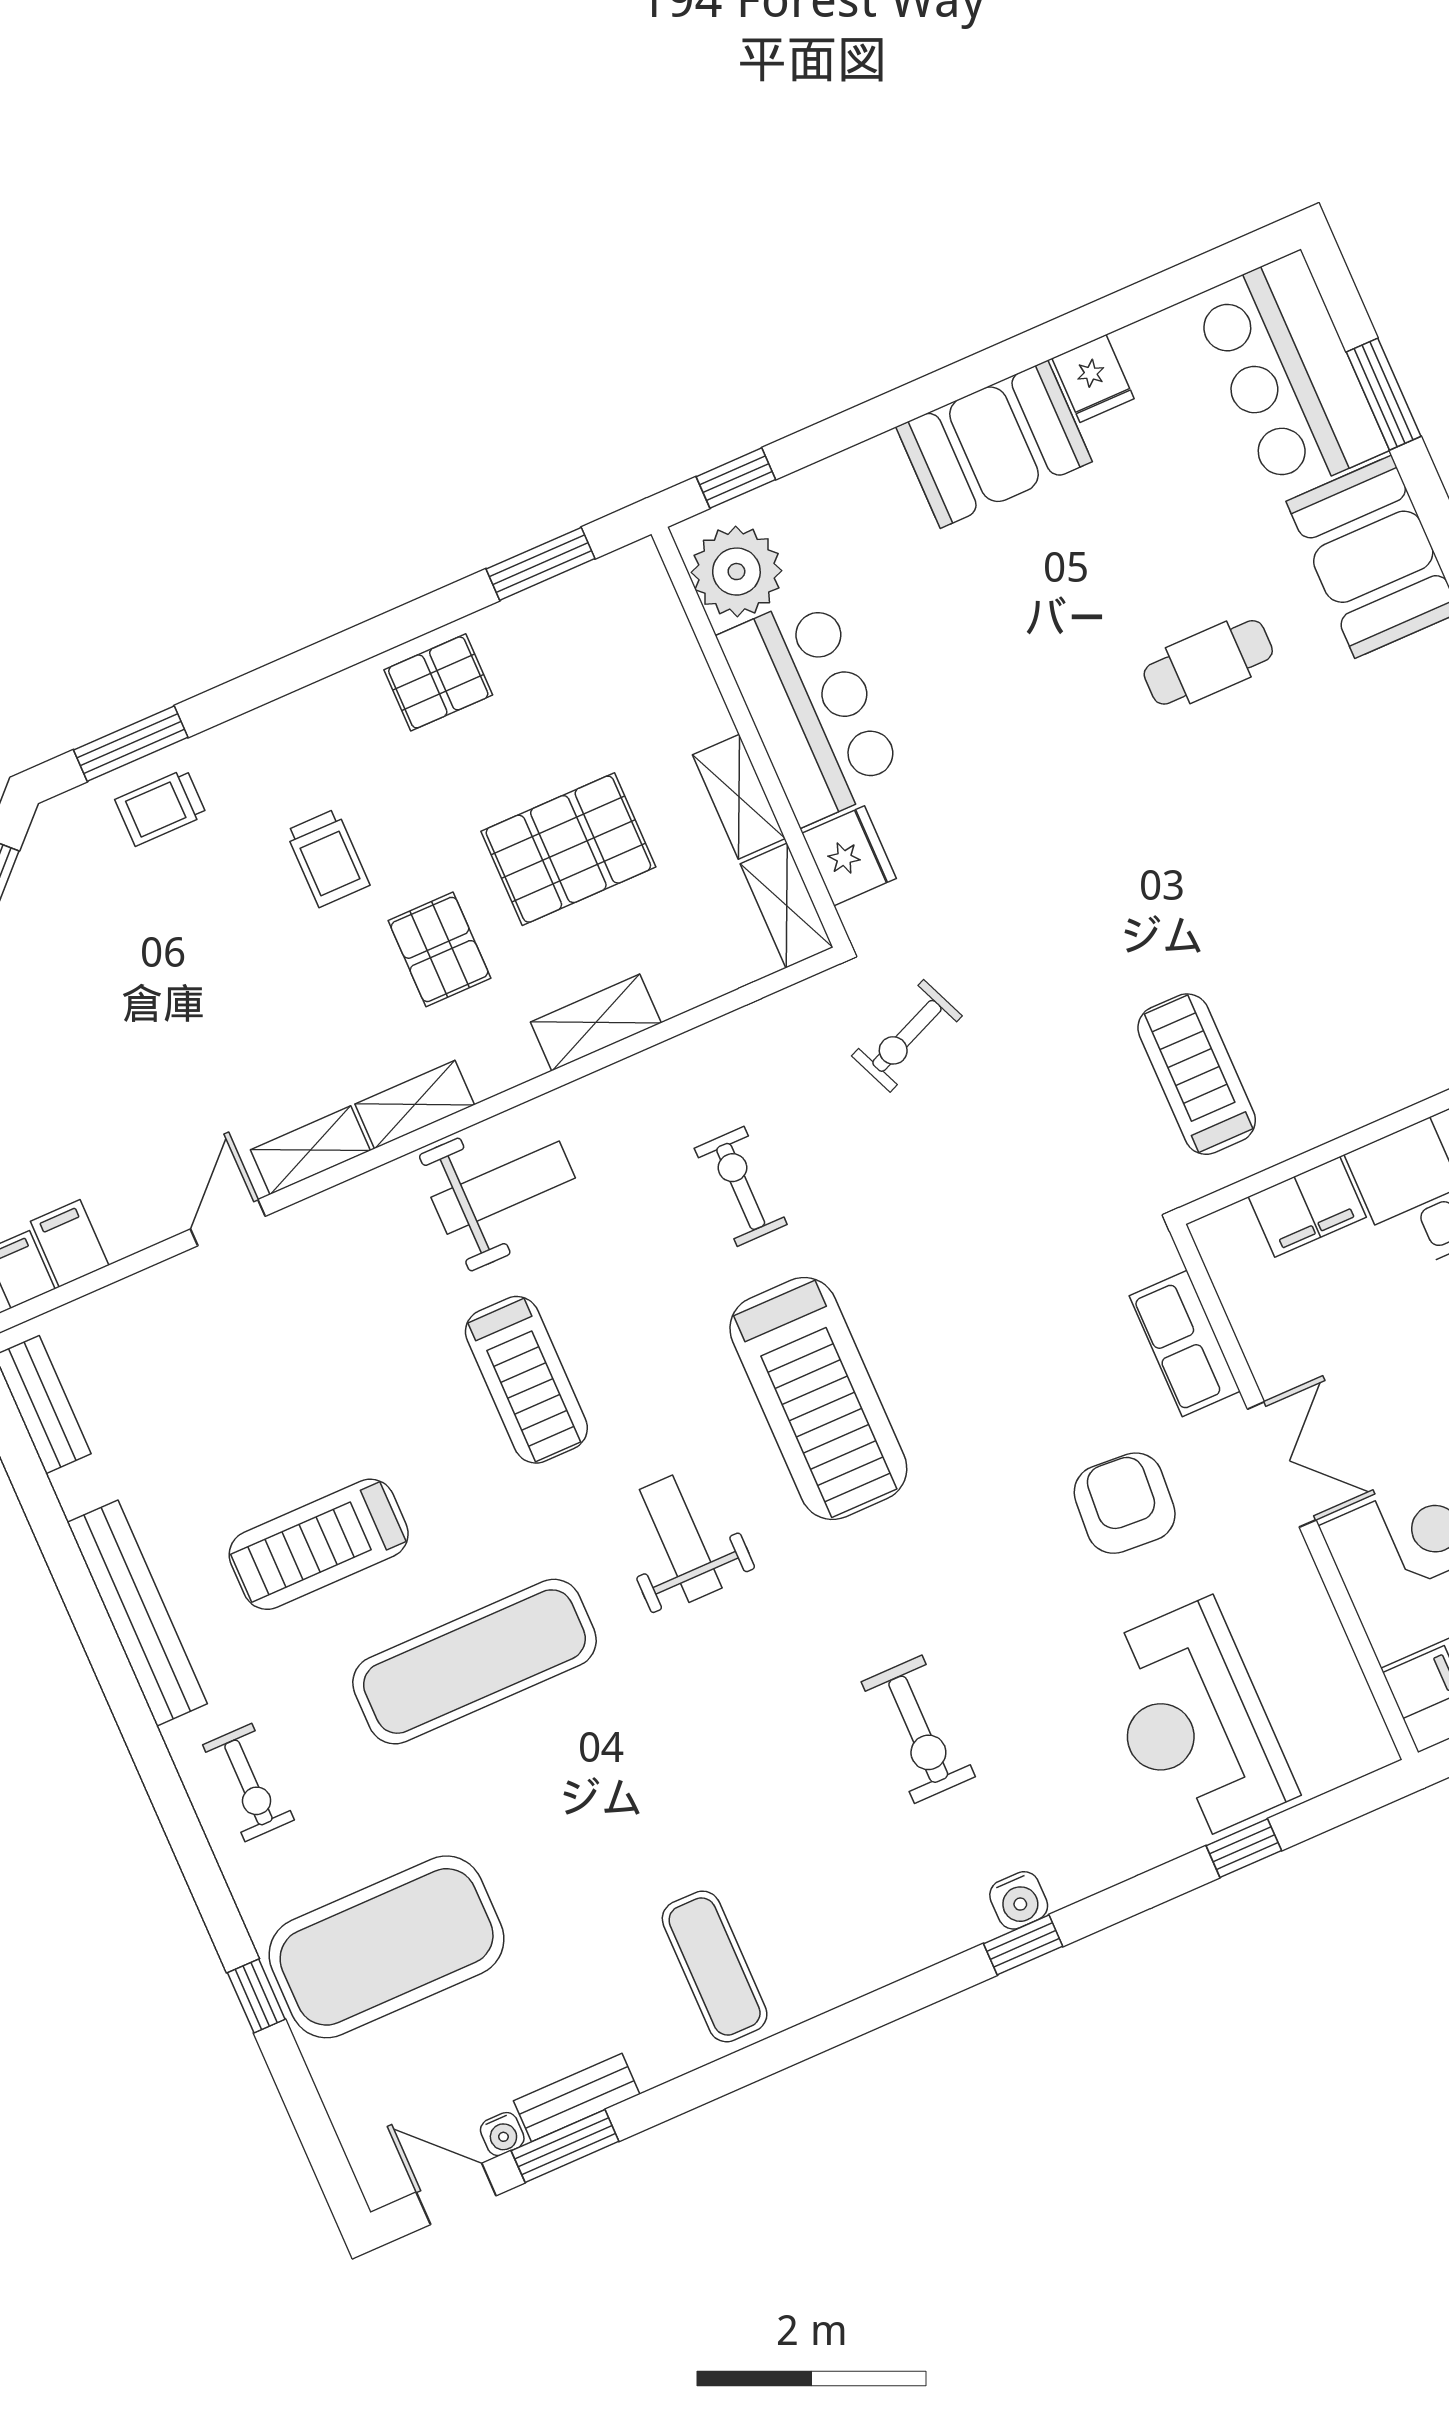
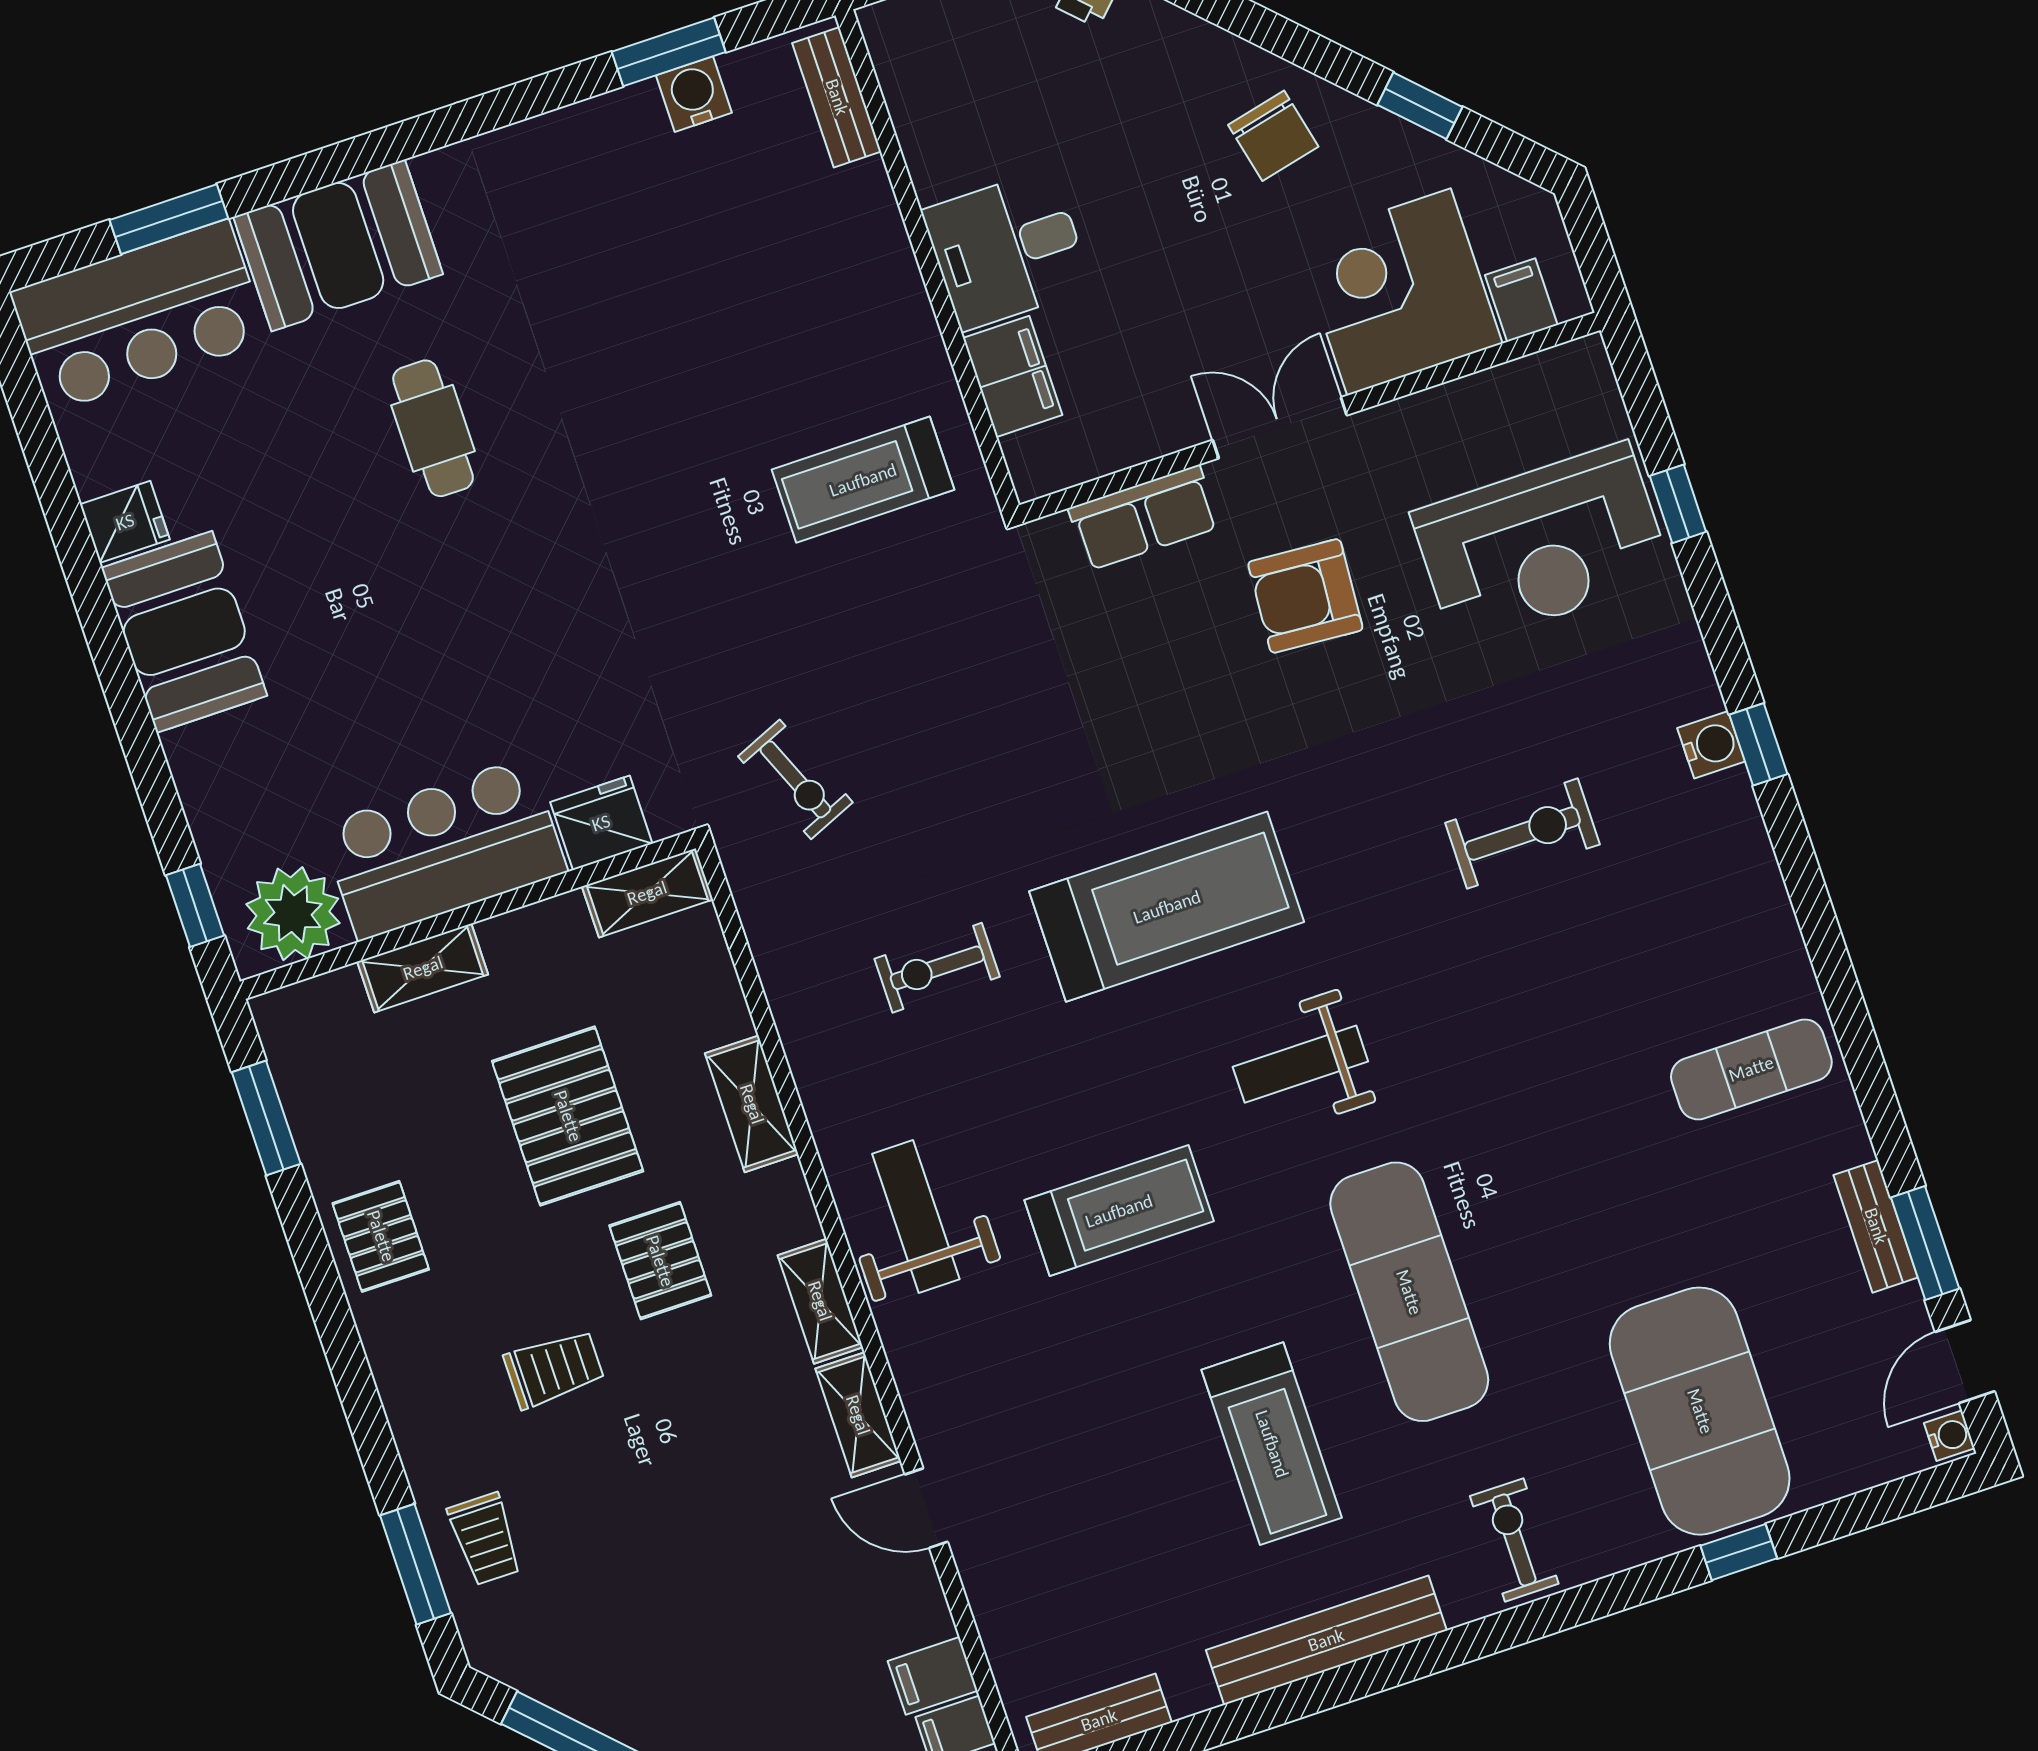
shelving: (739, 797) -> (423, 968), moved
pallet: (439, 949) -> (660, 1261), turned 90
exercise bike: (248, 1782) -> (1514, 1540), turned -90
water cooler: (502, 2134) -> (1949, 1436), moved

